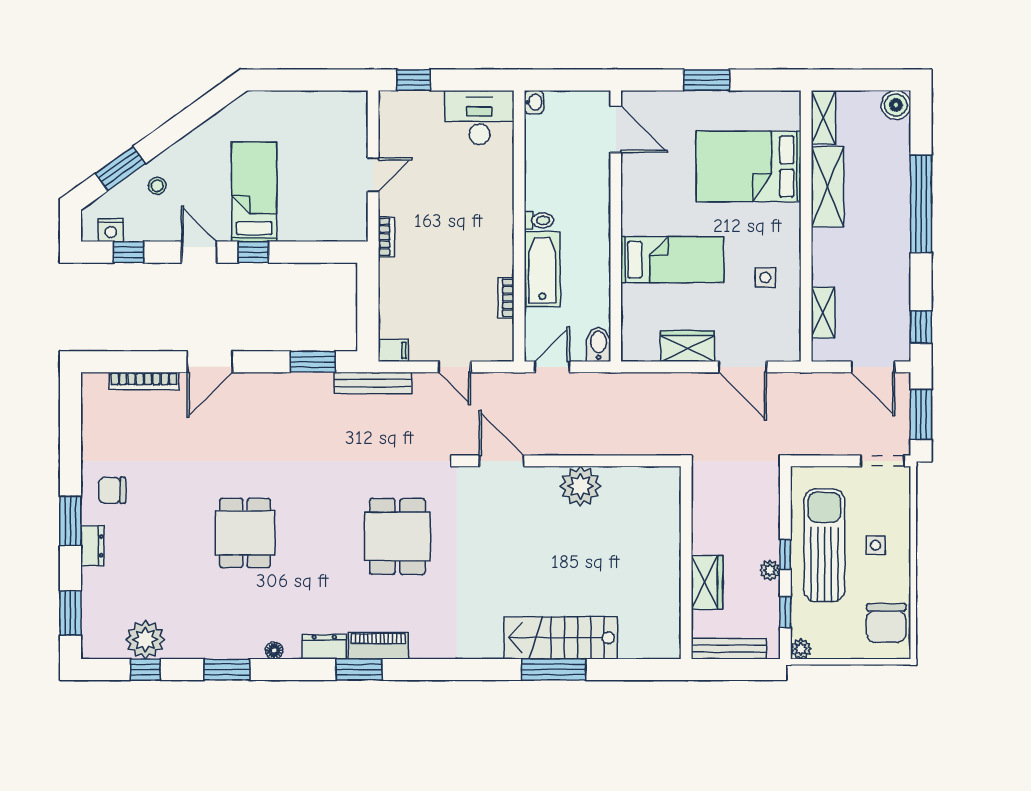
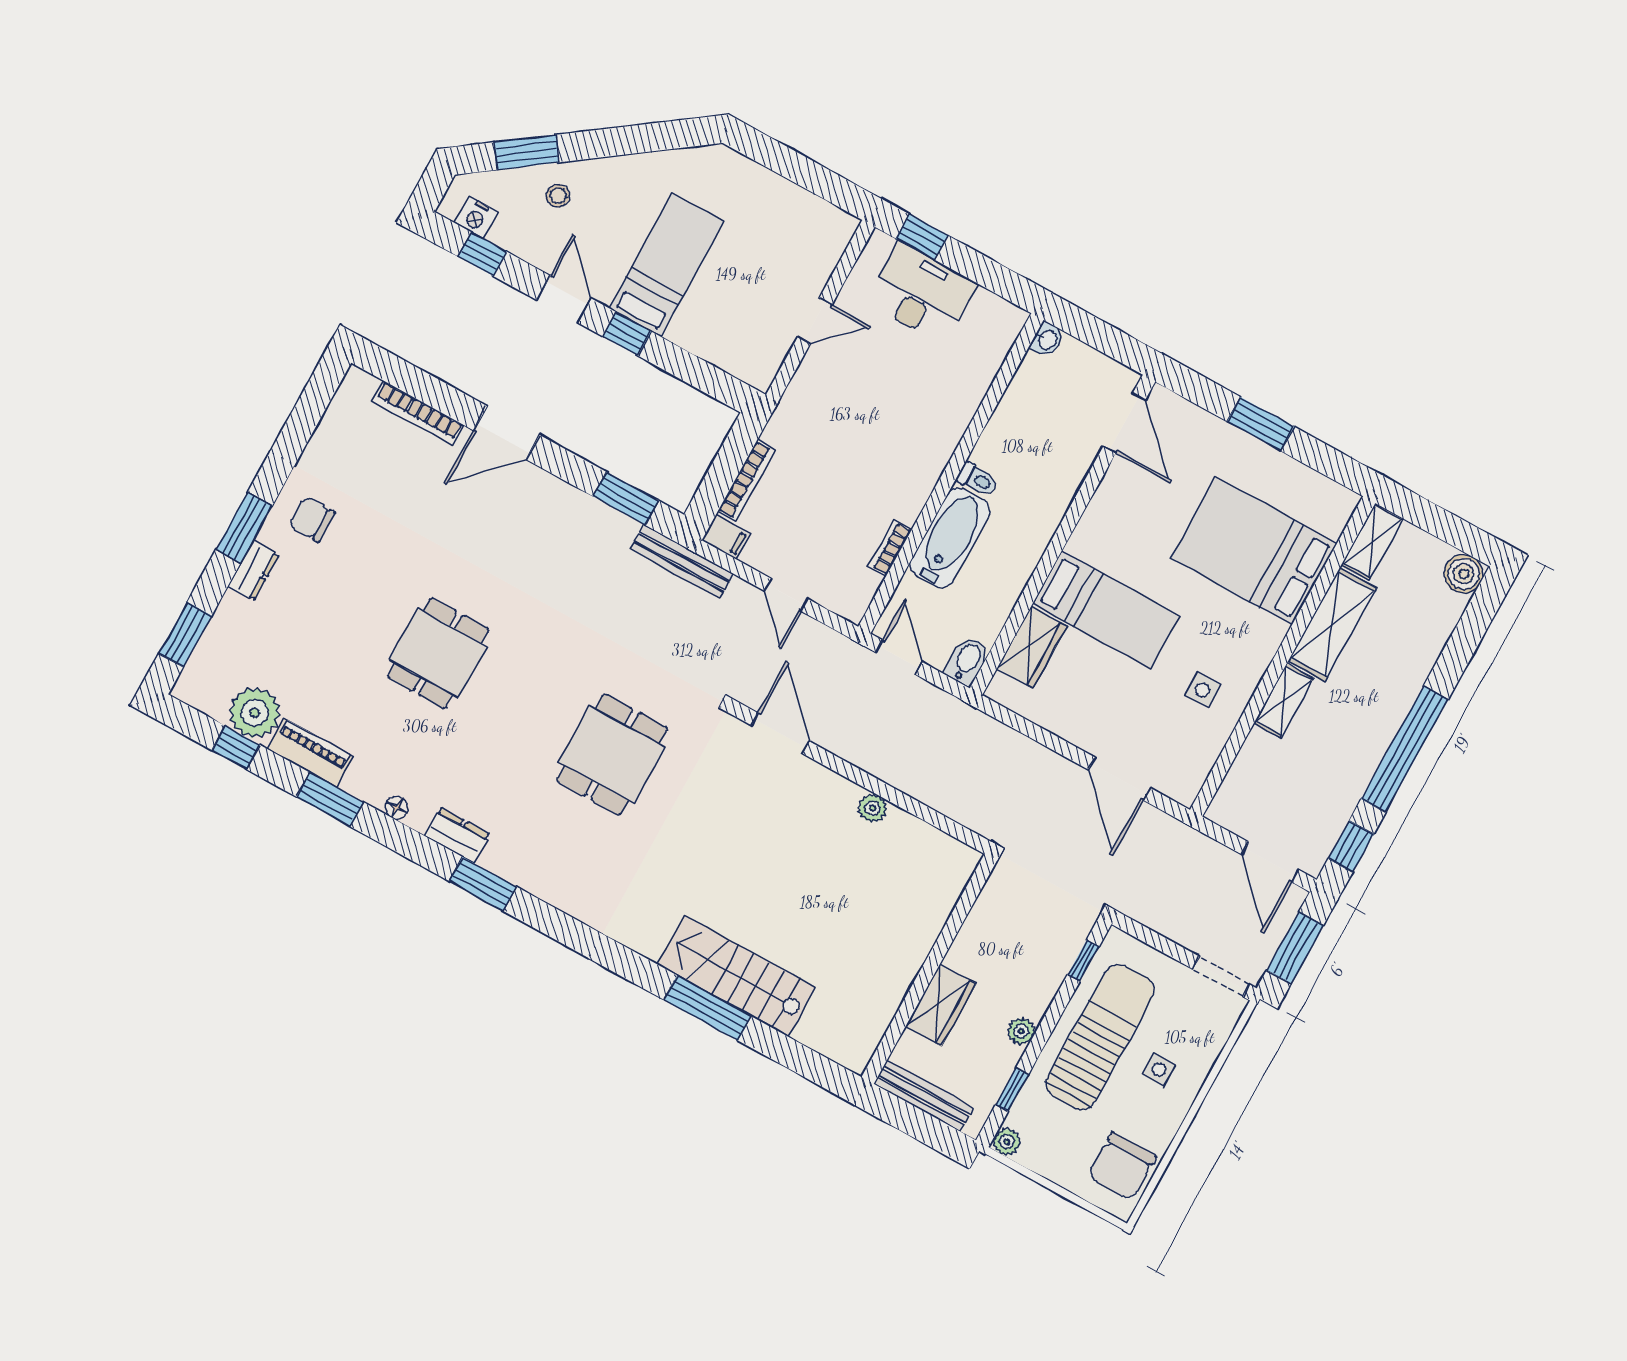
desk: (480, 117) -> (921, 293), moved
window: (921, 204) -> (1405, 749), moved
bookcase: (386, 237) -> (746, 481), moved, width x1.56
shelving: (823, 312) -> (1284, 701), moved
wardrobe: (687, 346) -> (1032, 647), moved, turned 90
door: (552, 367) -> (899, 657), hinge flipped
plant: (580, 486) -> (872, 808), width x0.53, depth x0.53
window: (785, 555) -> (1083, 961), moved
piano: (378, 646) -> (310, 753), moved

